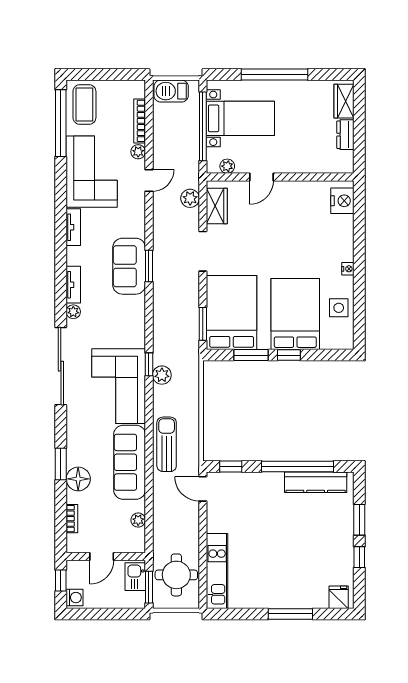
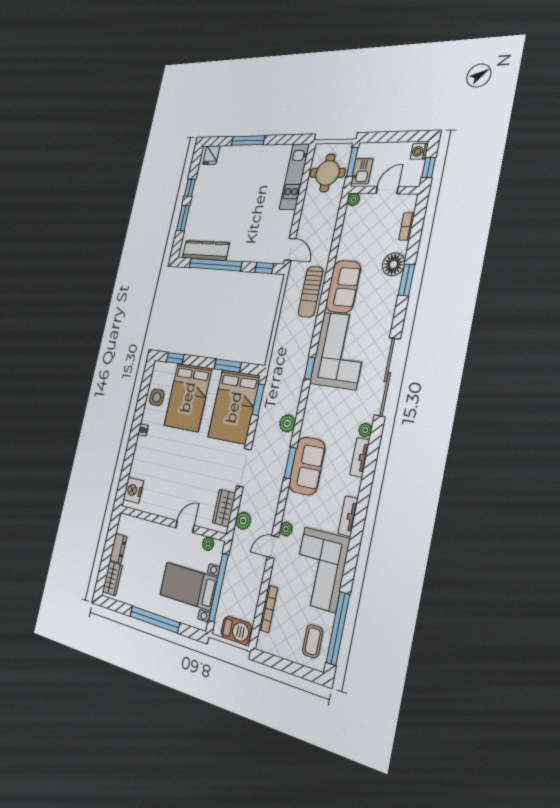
coffee table: (84, 104) -> (313, 641), width x0.73, depth x0.77
plant: (138, 152) -> (286, 529), moved
window: (289, 355) -> (175, 358), moved
plant: (162, 375) -> (287, 423), moved
sofa: (130, 462) -> (343, 287), width x0.73
plant: (138, 520) -> (354, 200), moved

